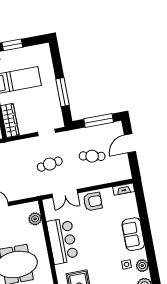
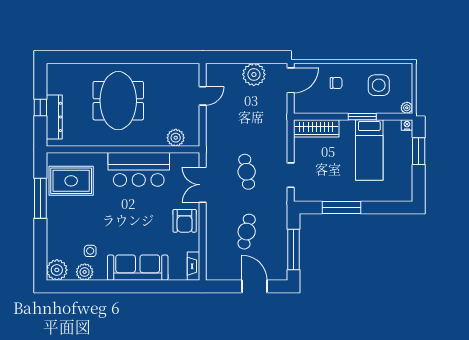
sofa: (133, 234) -> (138, 268), width x1.36

